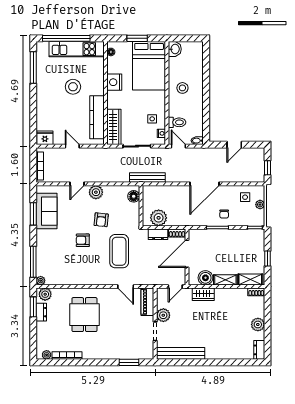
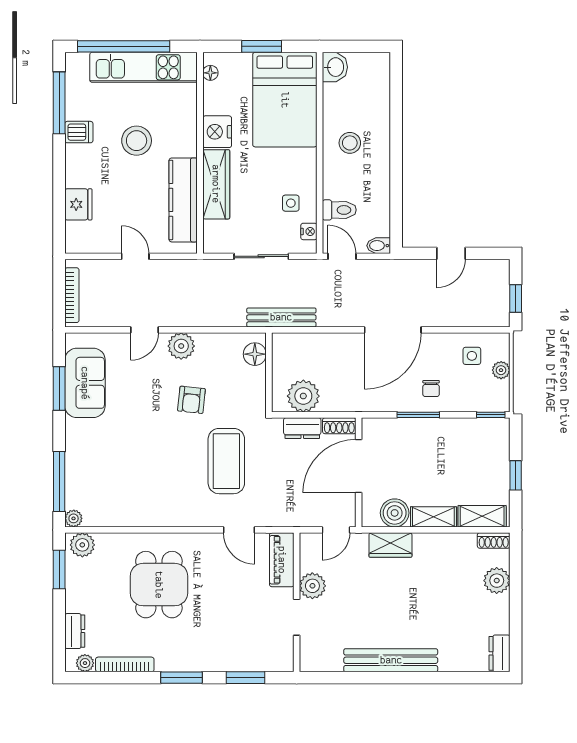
dishwasher: (43, 82) -> (79, 132), added
wardrobe: (114, 127) -> (216, 184), moved
fridge: (45, 138) -> (78, 204), moved, turned 90
armchair: (83, 240) -> (156, 440), removed
dresser: (41, 312) -> (75, 631), moved
plant: (258, 324) -> (497, 581), moved
bench: (181, 353) -> (391, 660), moved
window: (96, 362) -> (182, 678), added

